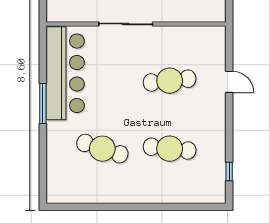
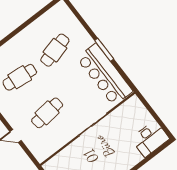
cafe table: (102, 149) -> (55, 50), turned -33

